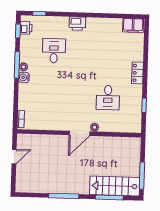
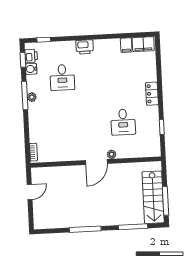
filing cabinet: (117, 25) -> (126, 45), added
desk: (54, 51) -> (62, 77), turned 180
water cooler: (24, 77) -> (31, 69), moved
stairs: (115, 186) -> (153, 197), moved, turned -90

